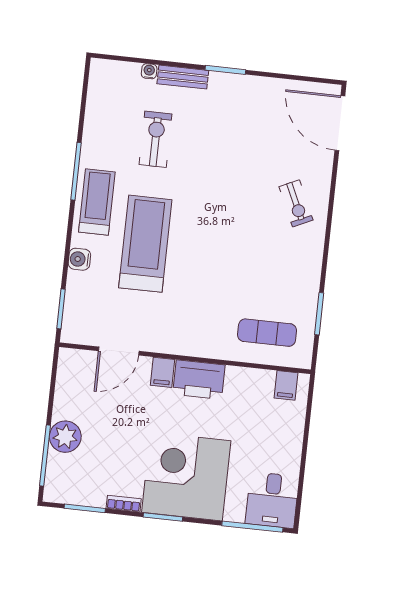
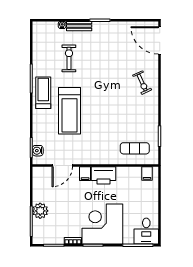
treadmill: (145, 244) -> (70, 111), turned 180
water cooler: (79, 259) -> (38, 151), moved

